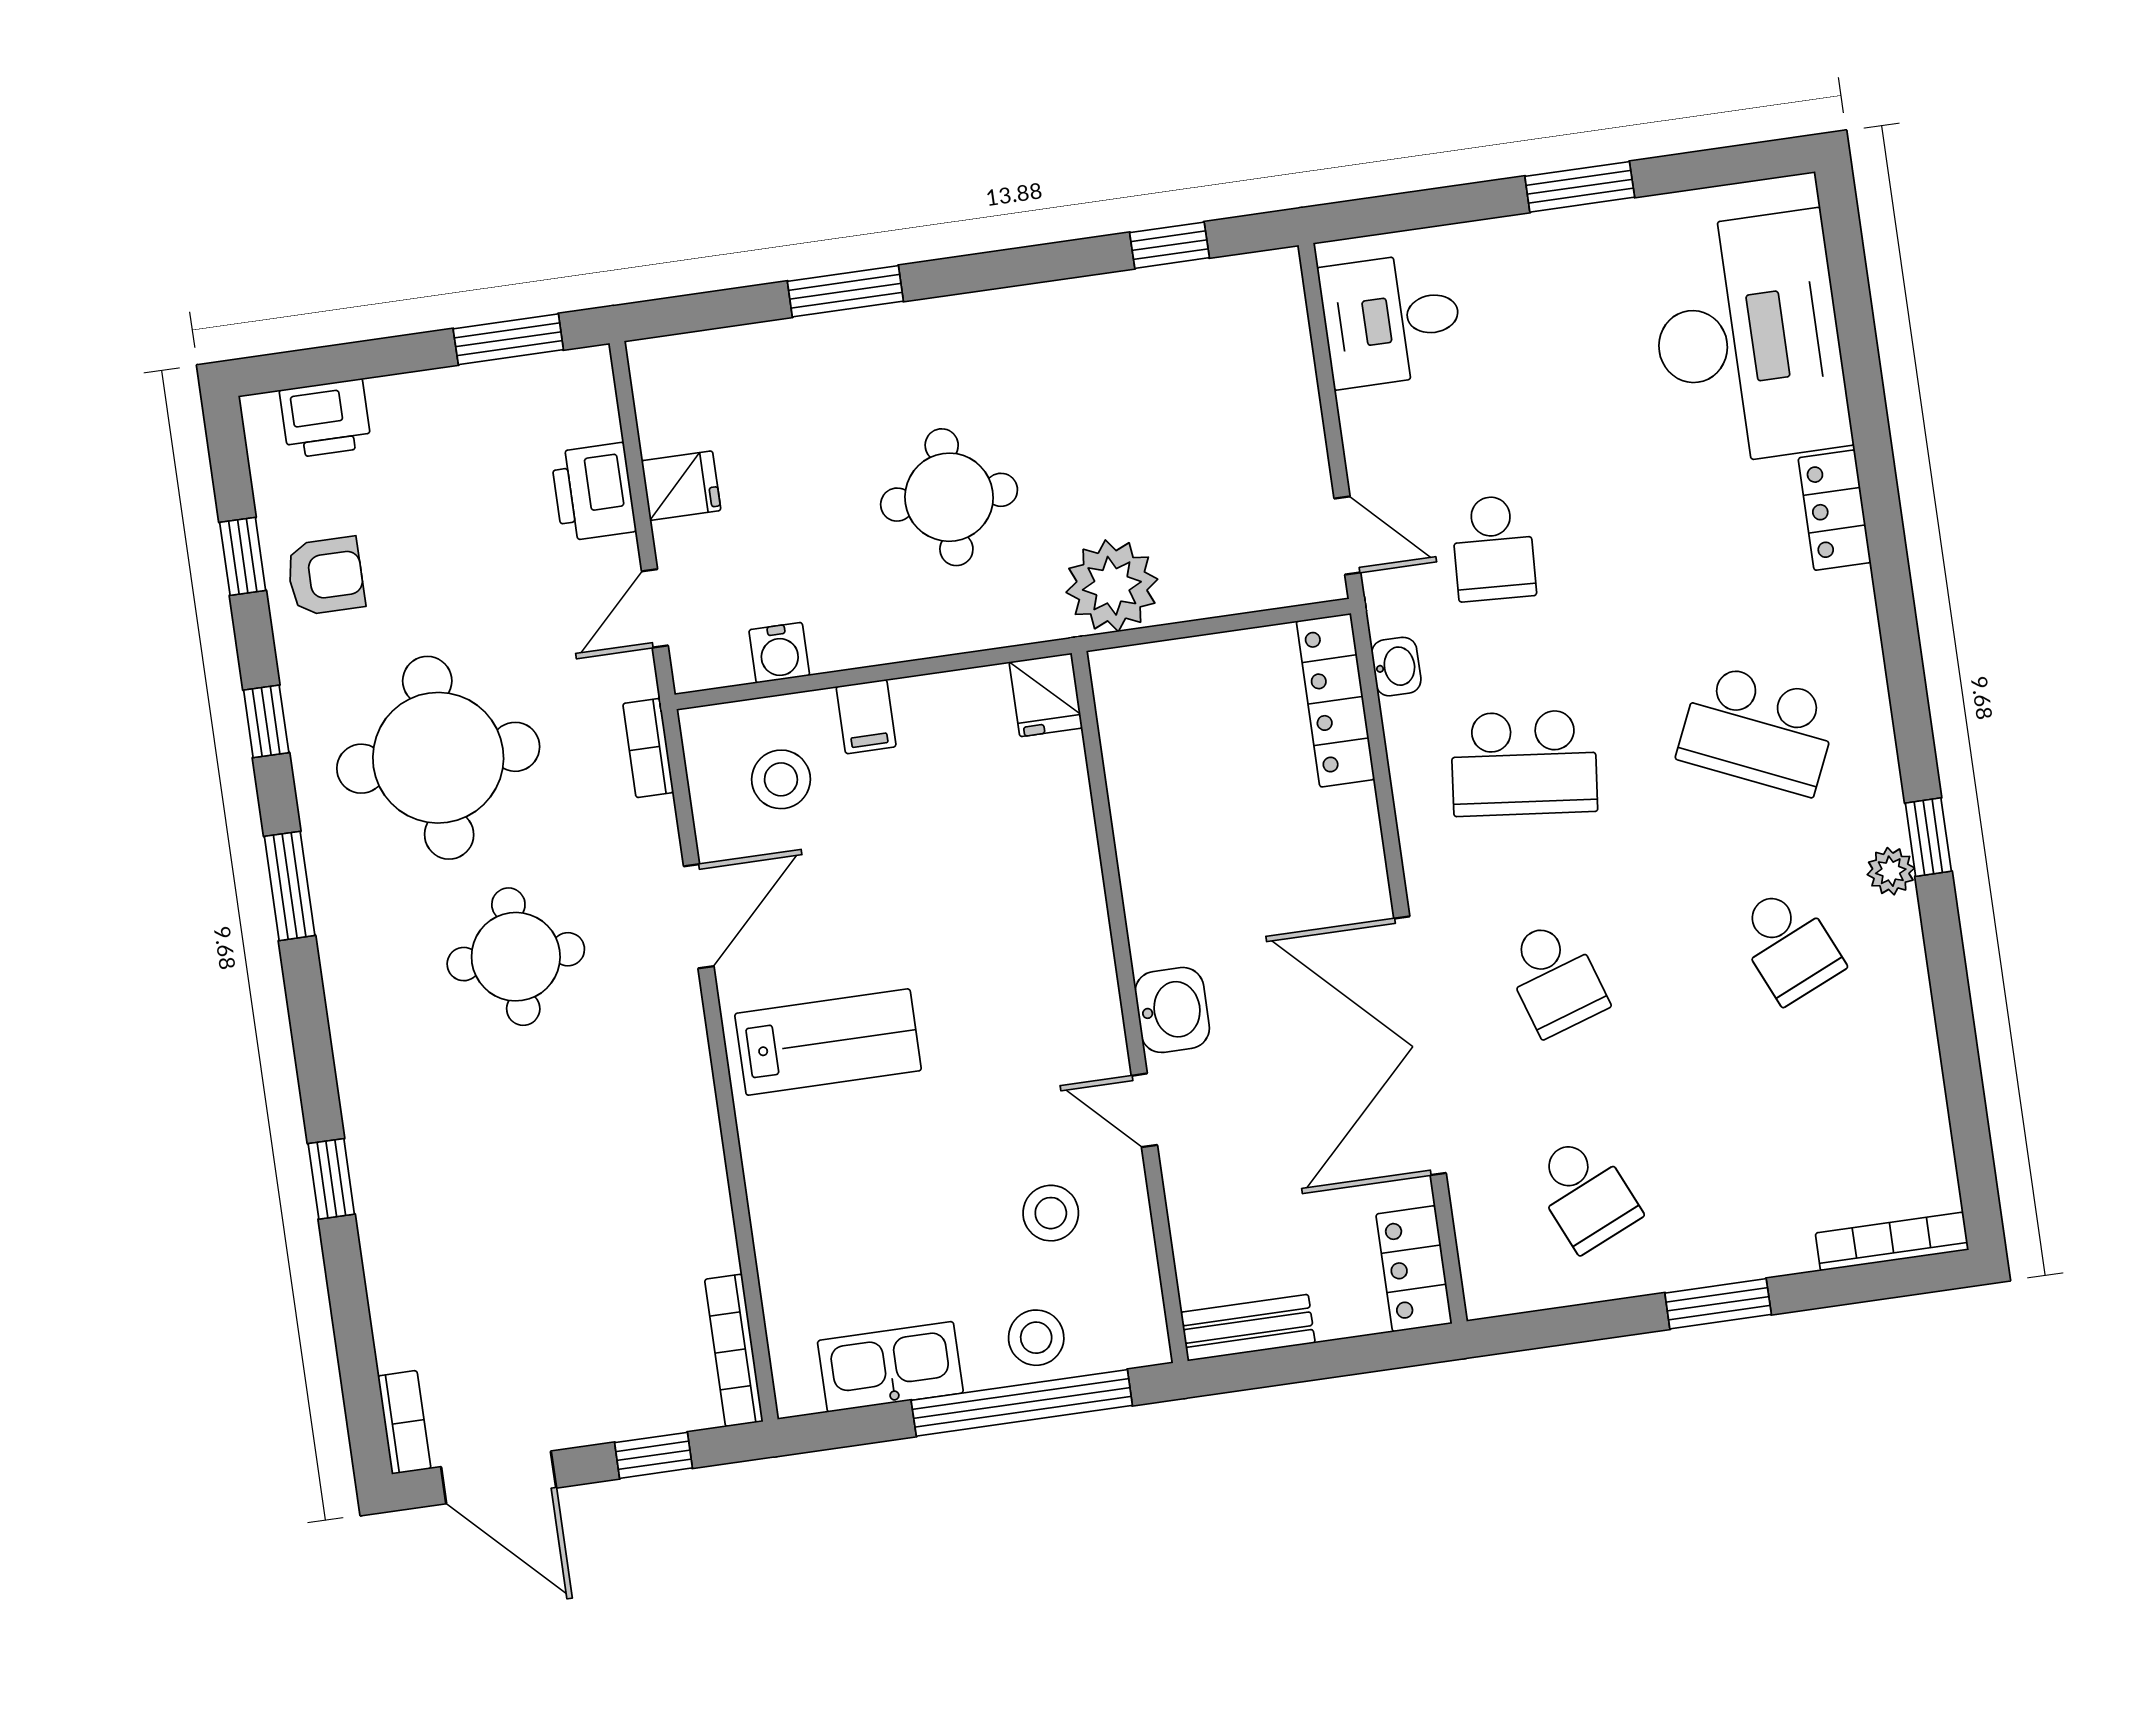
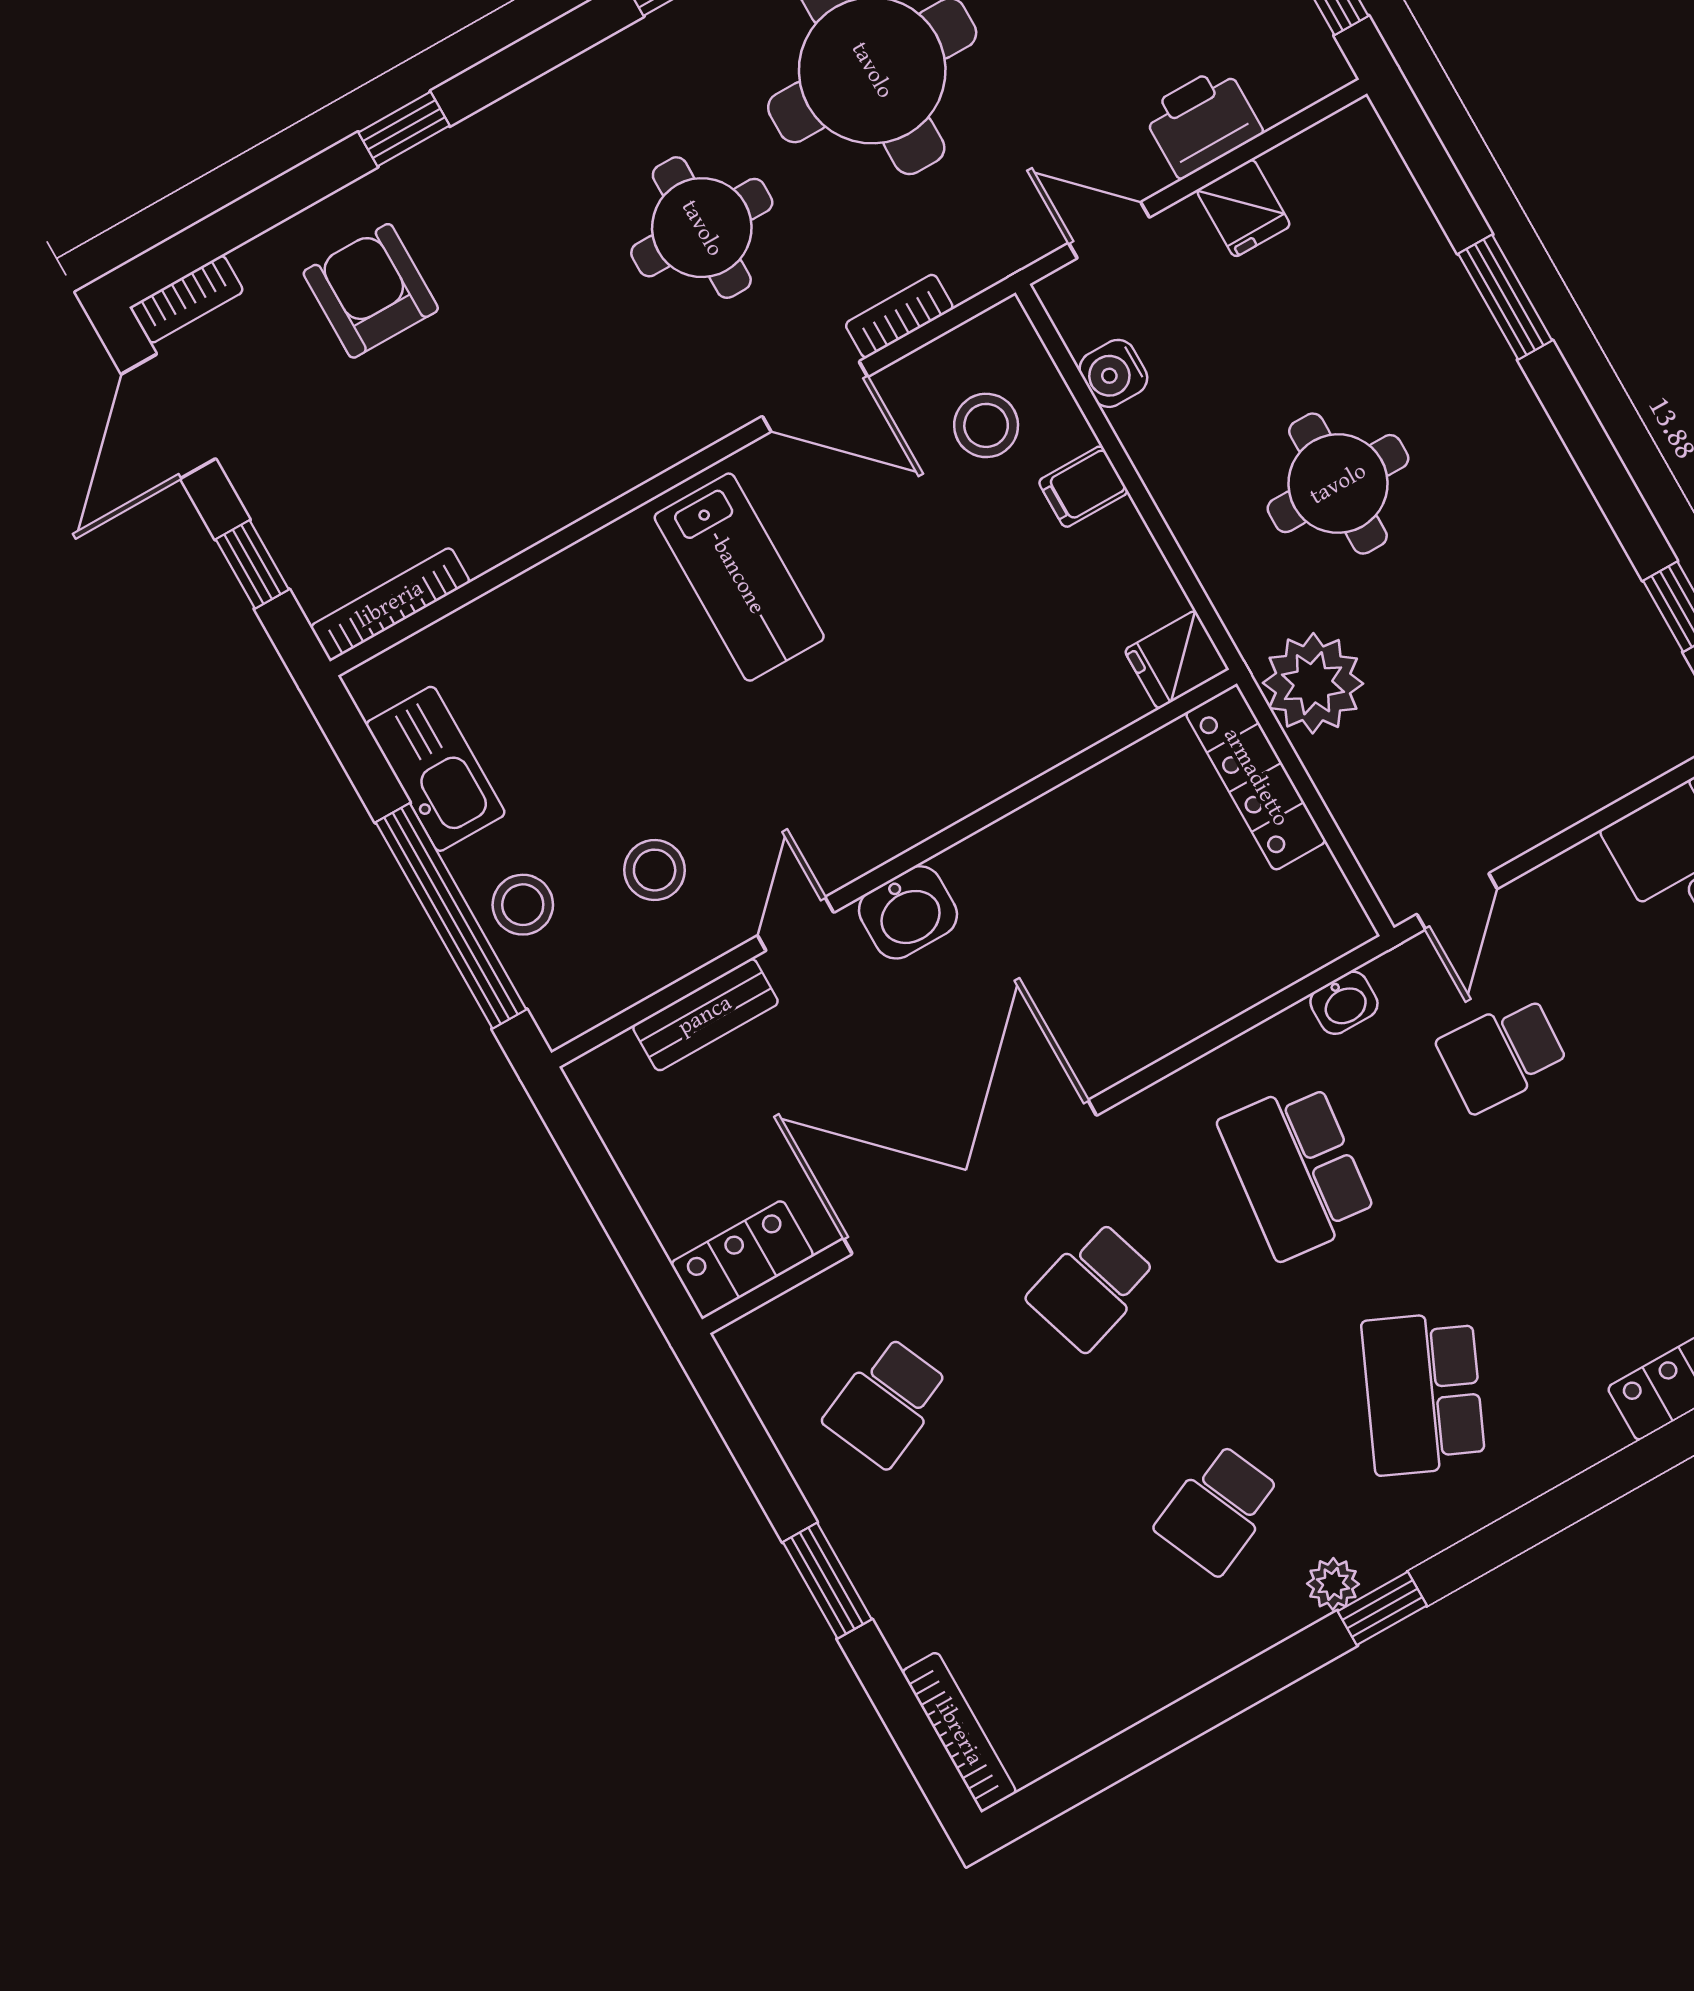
locker: (1335, 700) -> (1256, 777), moved, turned -90
bookcase: (648, 748) -> (899, 316), moved
armchair: (459, 1262) -> (371, 291), added
bench: (1248, 1328) -> (705, 1015), moved, turned 90

